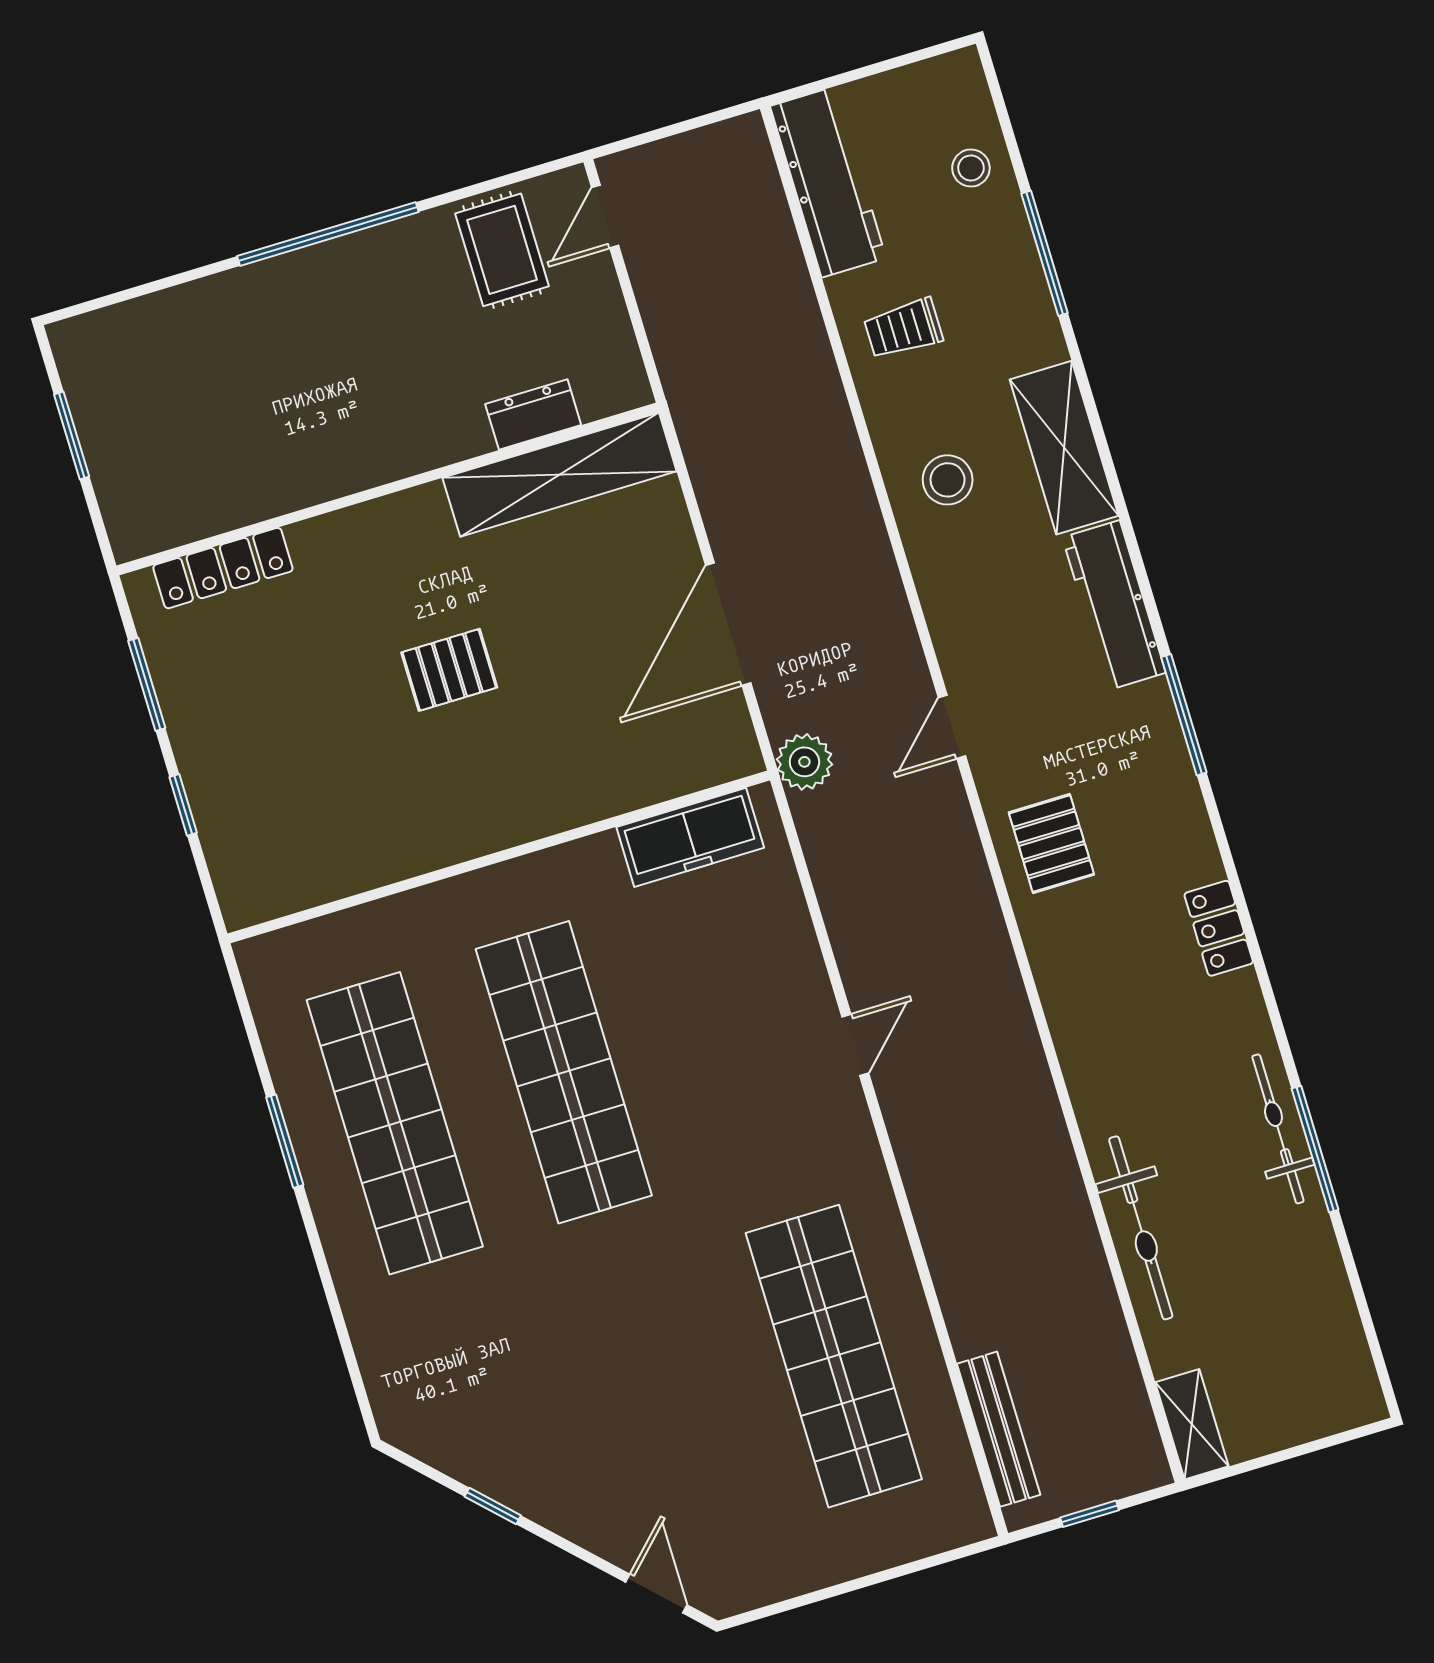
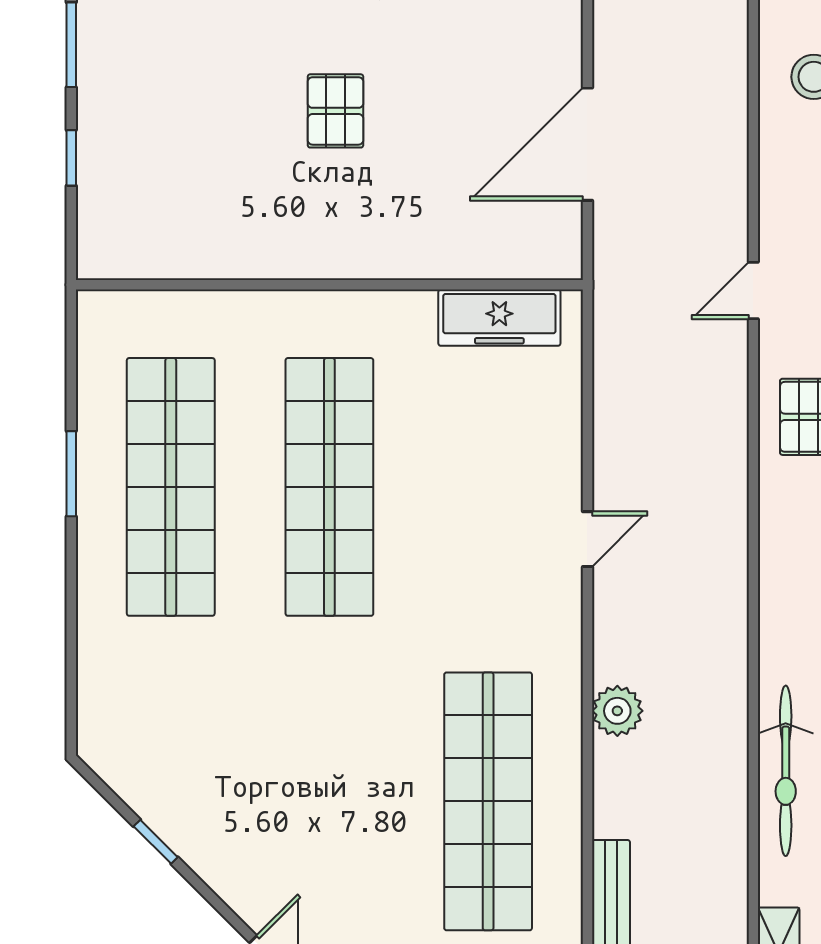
pallet: (449, 670) -> (335, 111), turned 90
plant: (804, 762) -> (617, 711), moved

